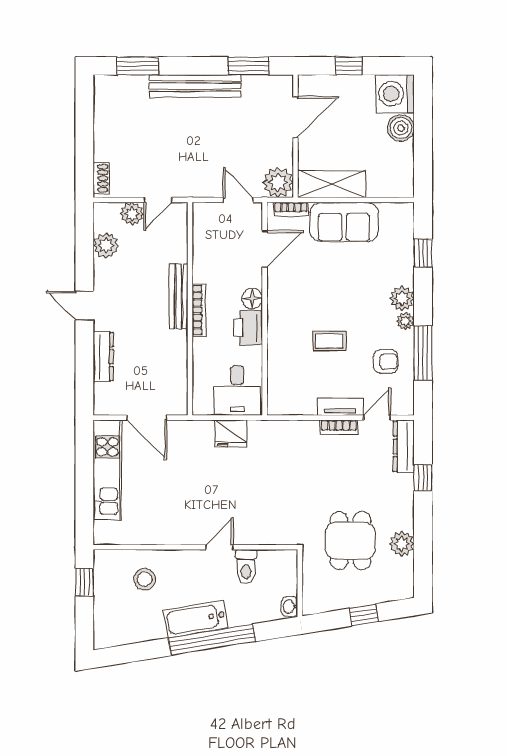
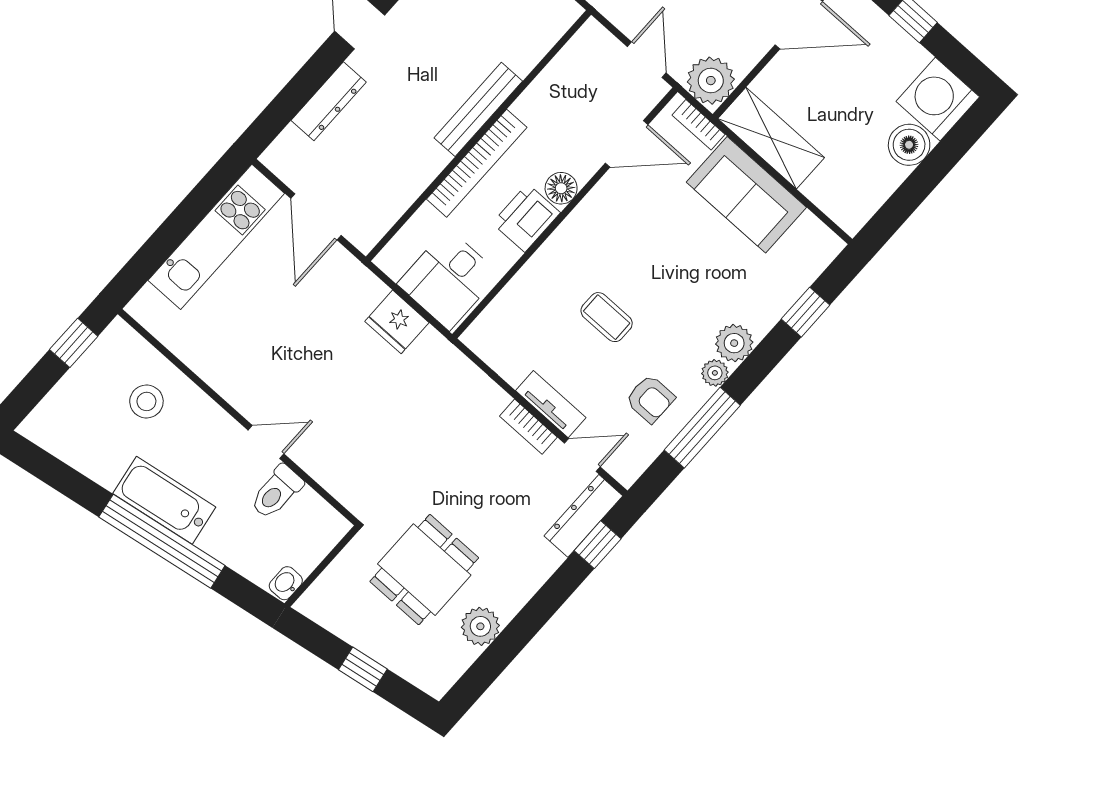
bookcase: (199, 310) -> (477, 163), width x1.48, depth x1.31
window: (423, 477) -> (598, 545), moved

